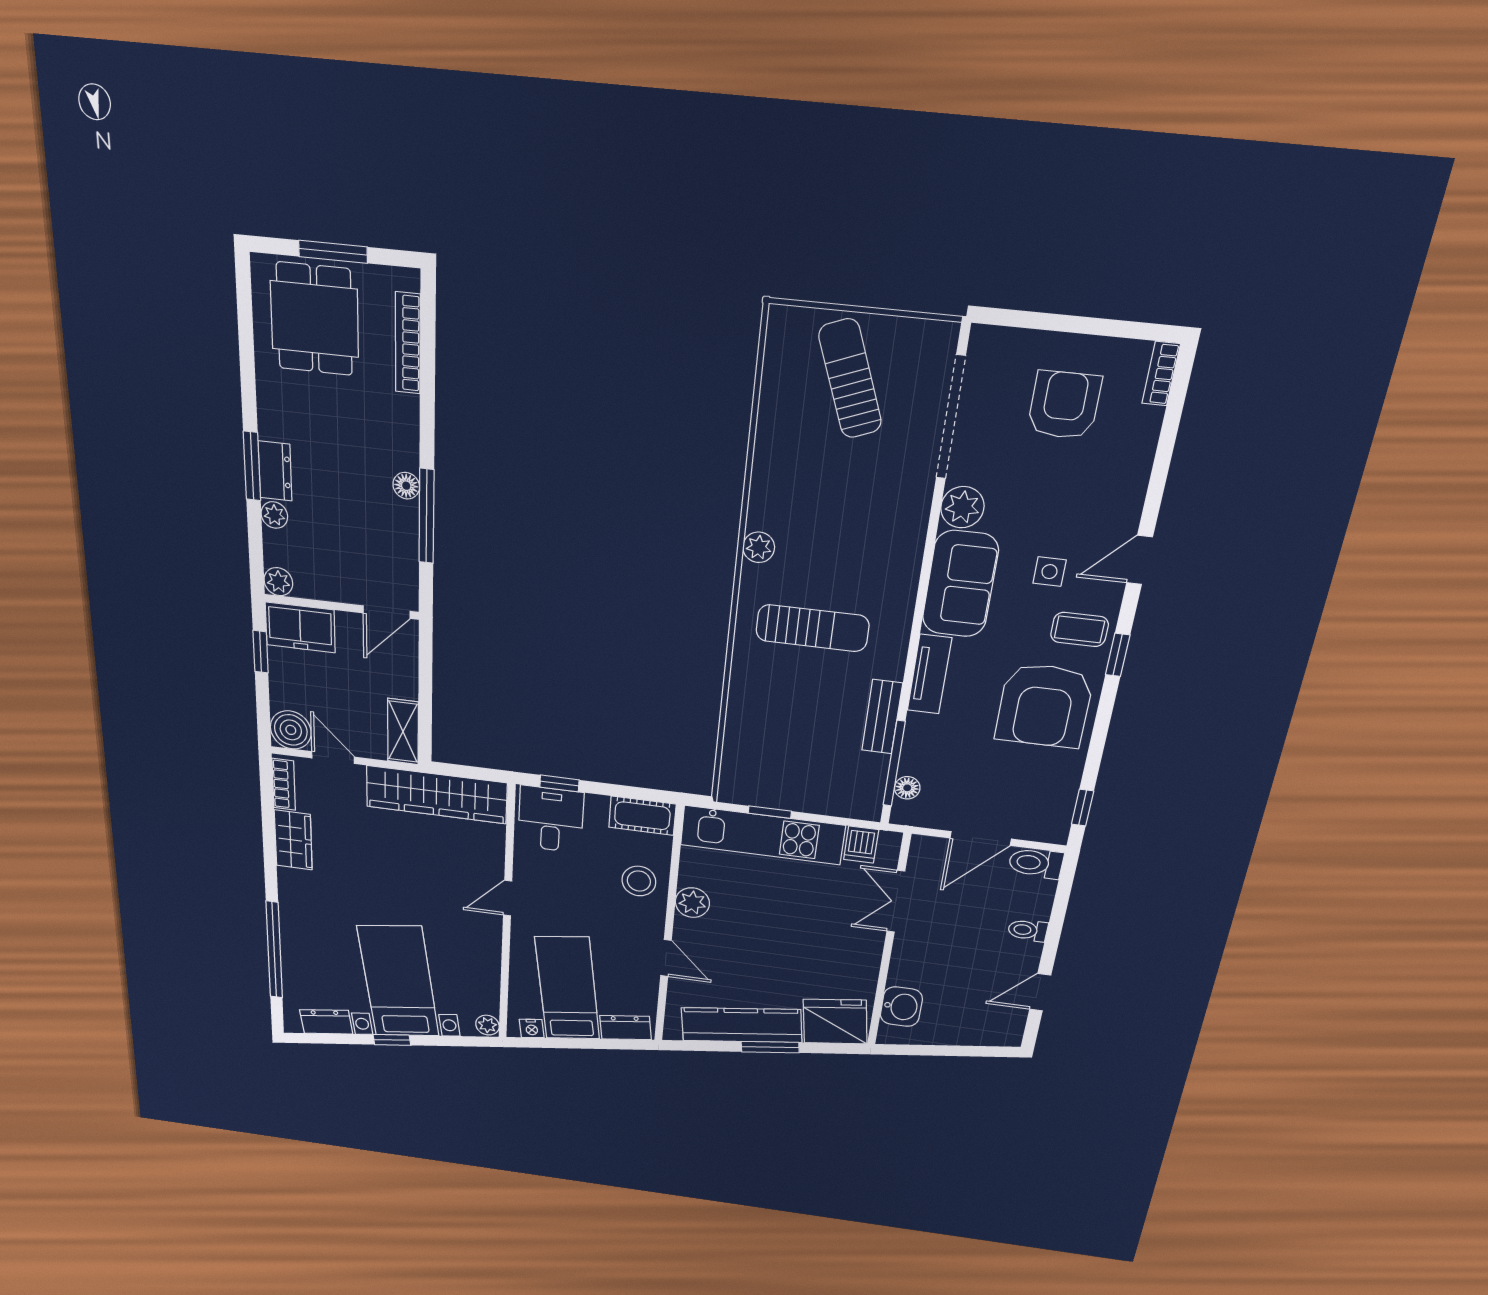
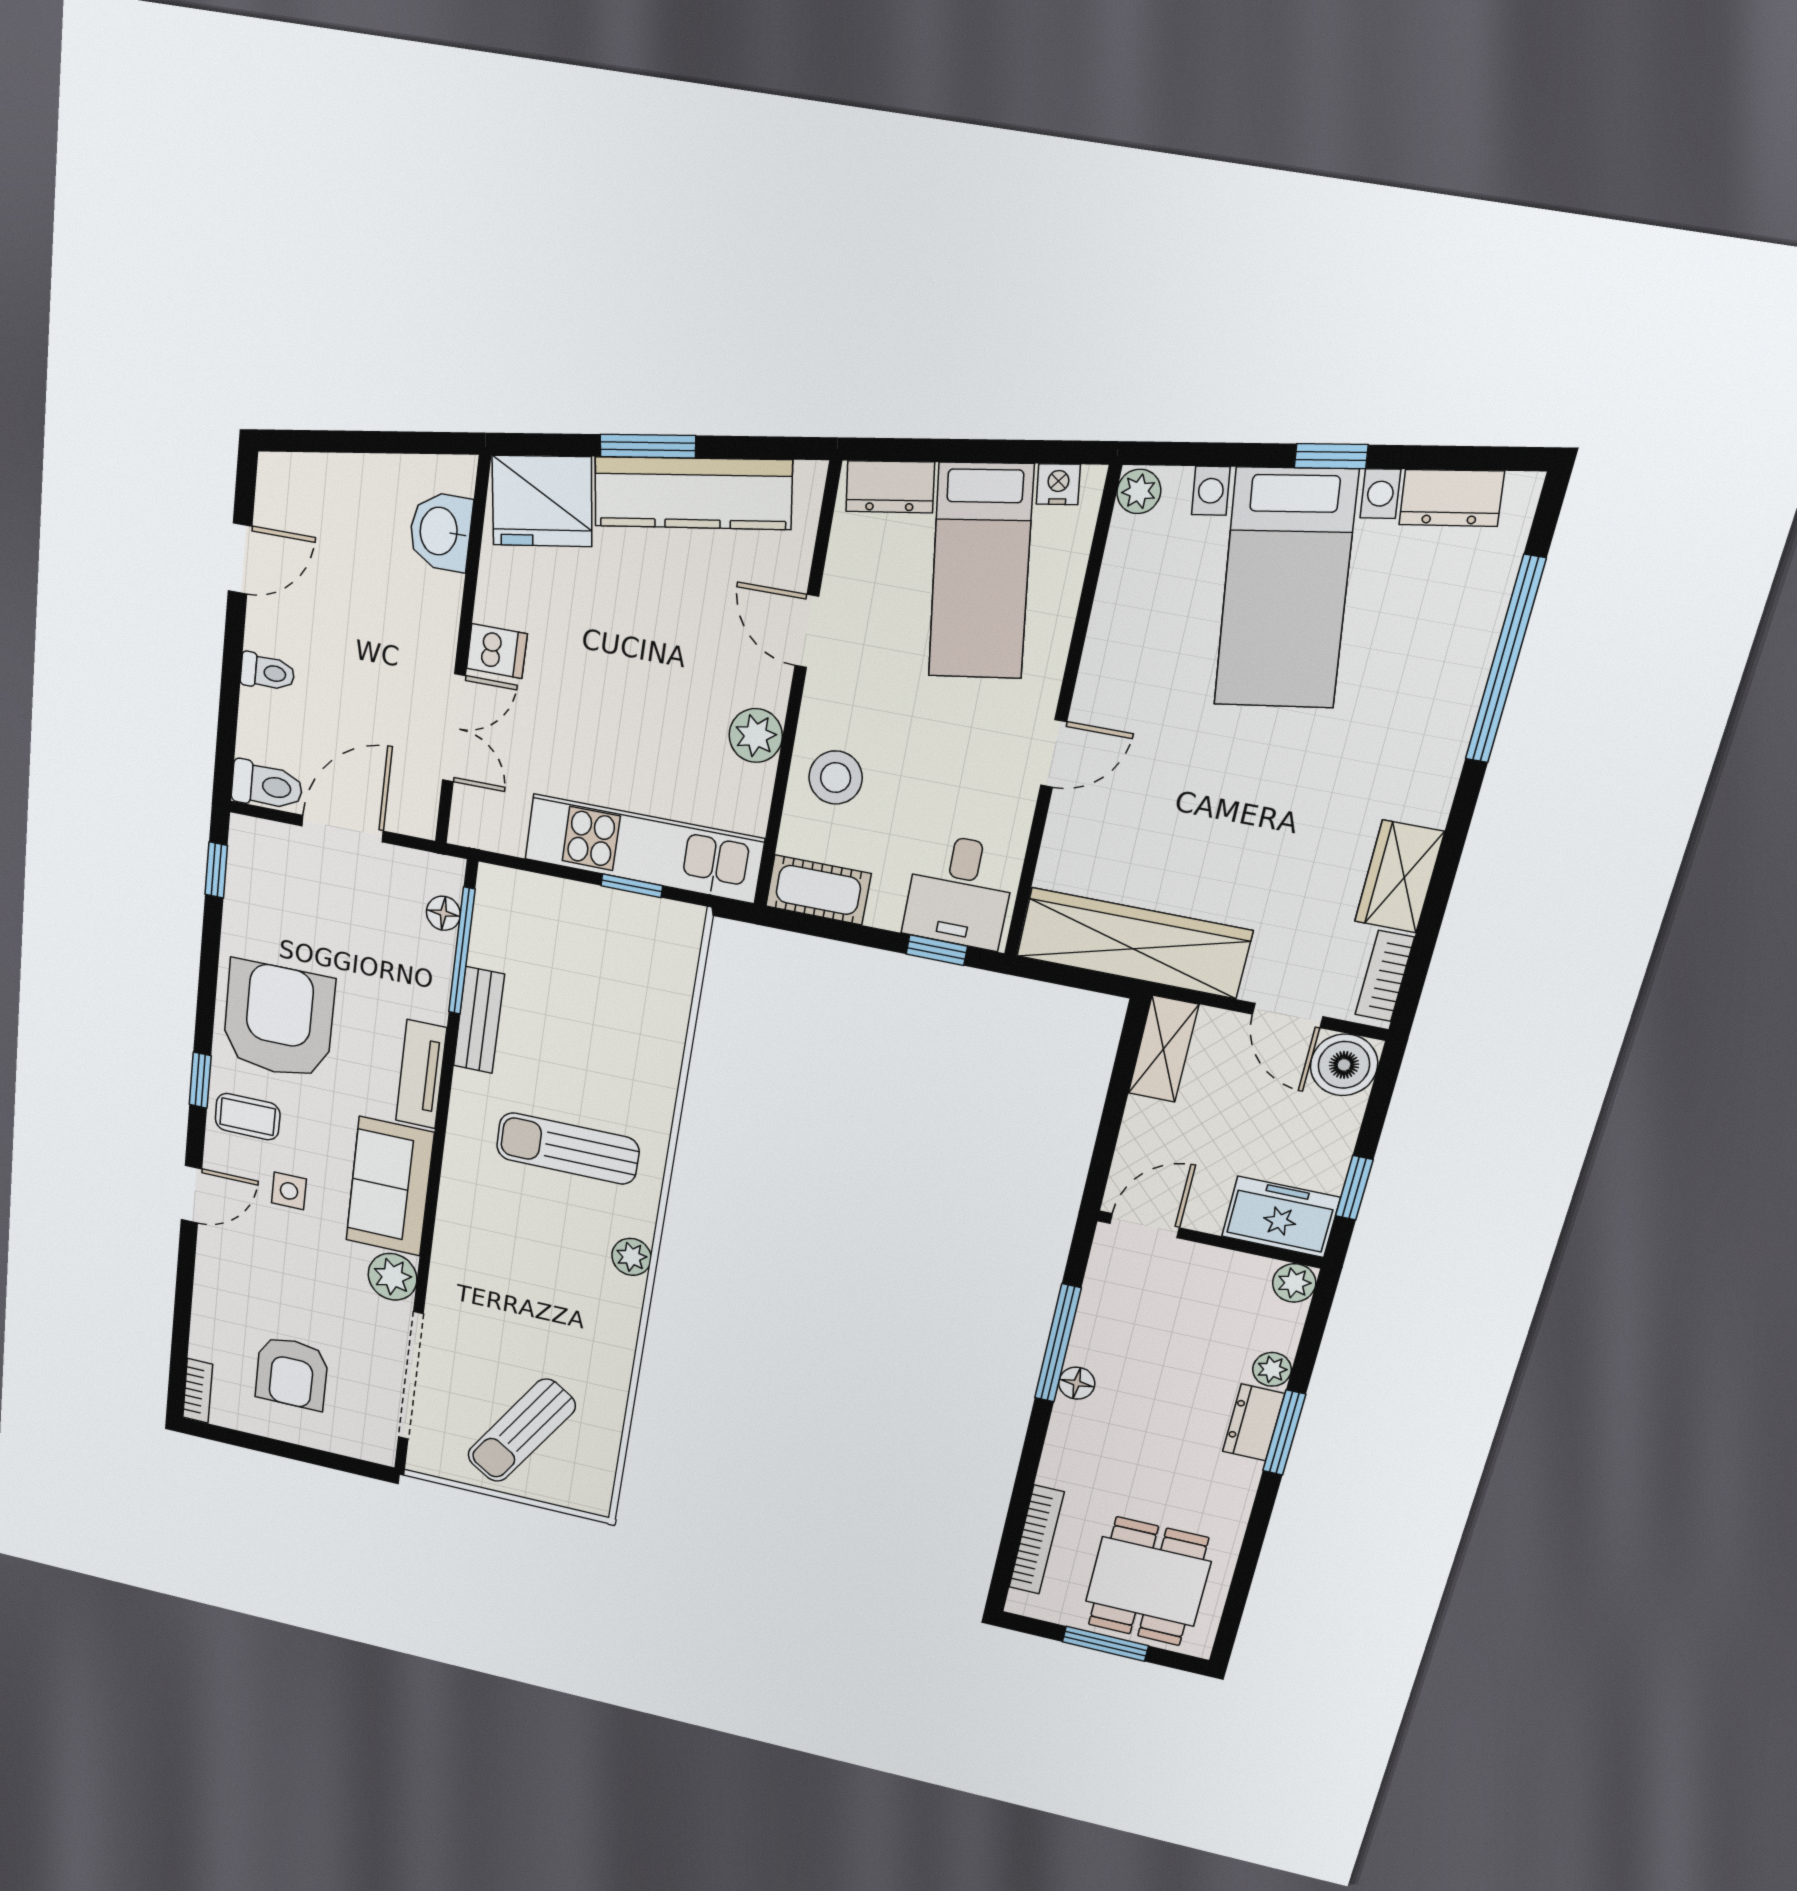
sun lounger: (850, 379) -> (521, 1431), turned 54
dishwasher: (861, 844) -> (497, 651), moved, turned 90

